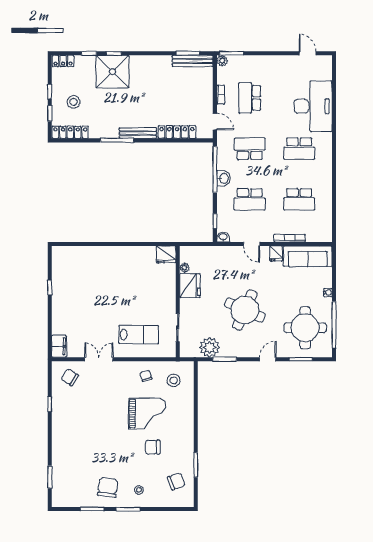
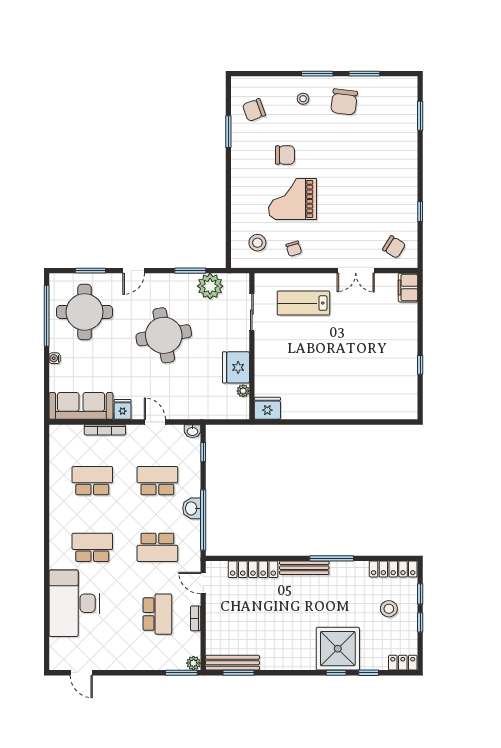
round table: (245, 310) -> (164, 335), turned -34

